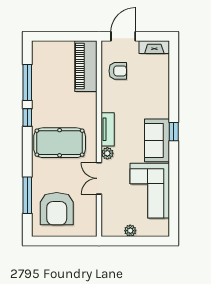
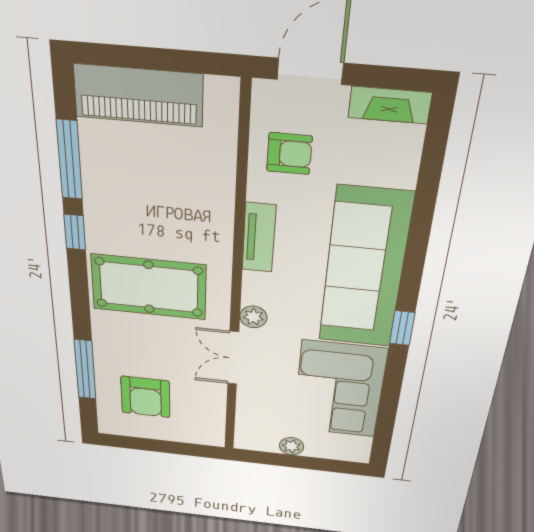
piano: (86, 66) -> (138, 95), moved, turned -90
tv unit: (108, 129) -> (259, 238), moved
window: (174, 132) -> (402, 328), moved
sofa: (157, 140) -> (365, 269), width x1.85, depth x1.27
armchair: (57, 209) -> (146, 397), width x0.73, depth x0.73

